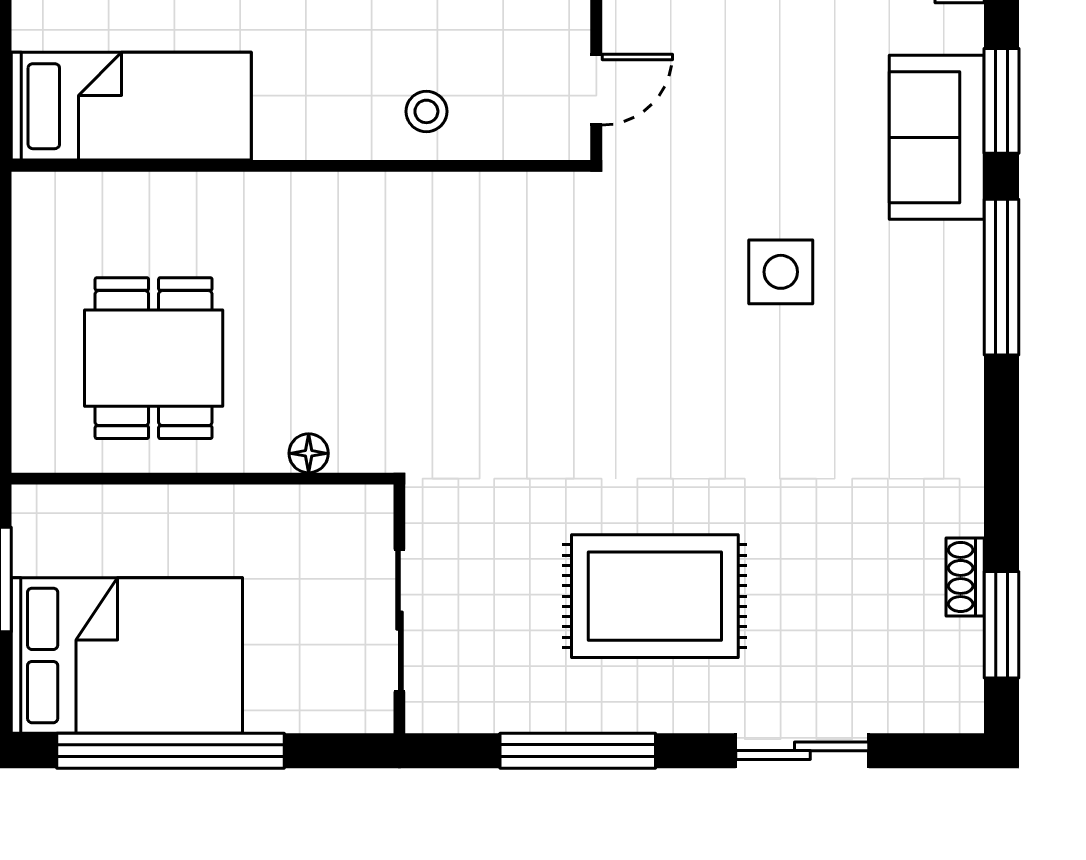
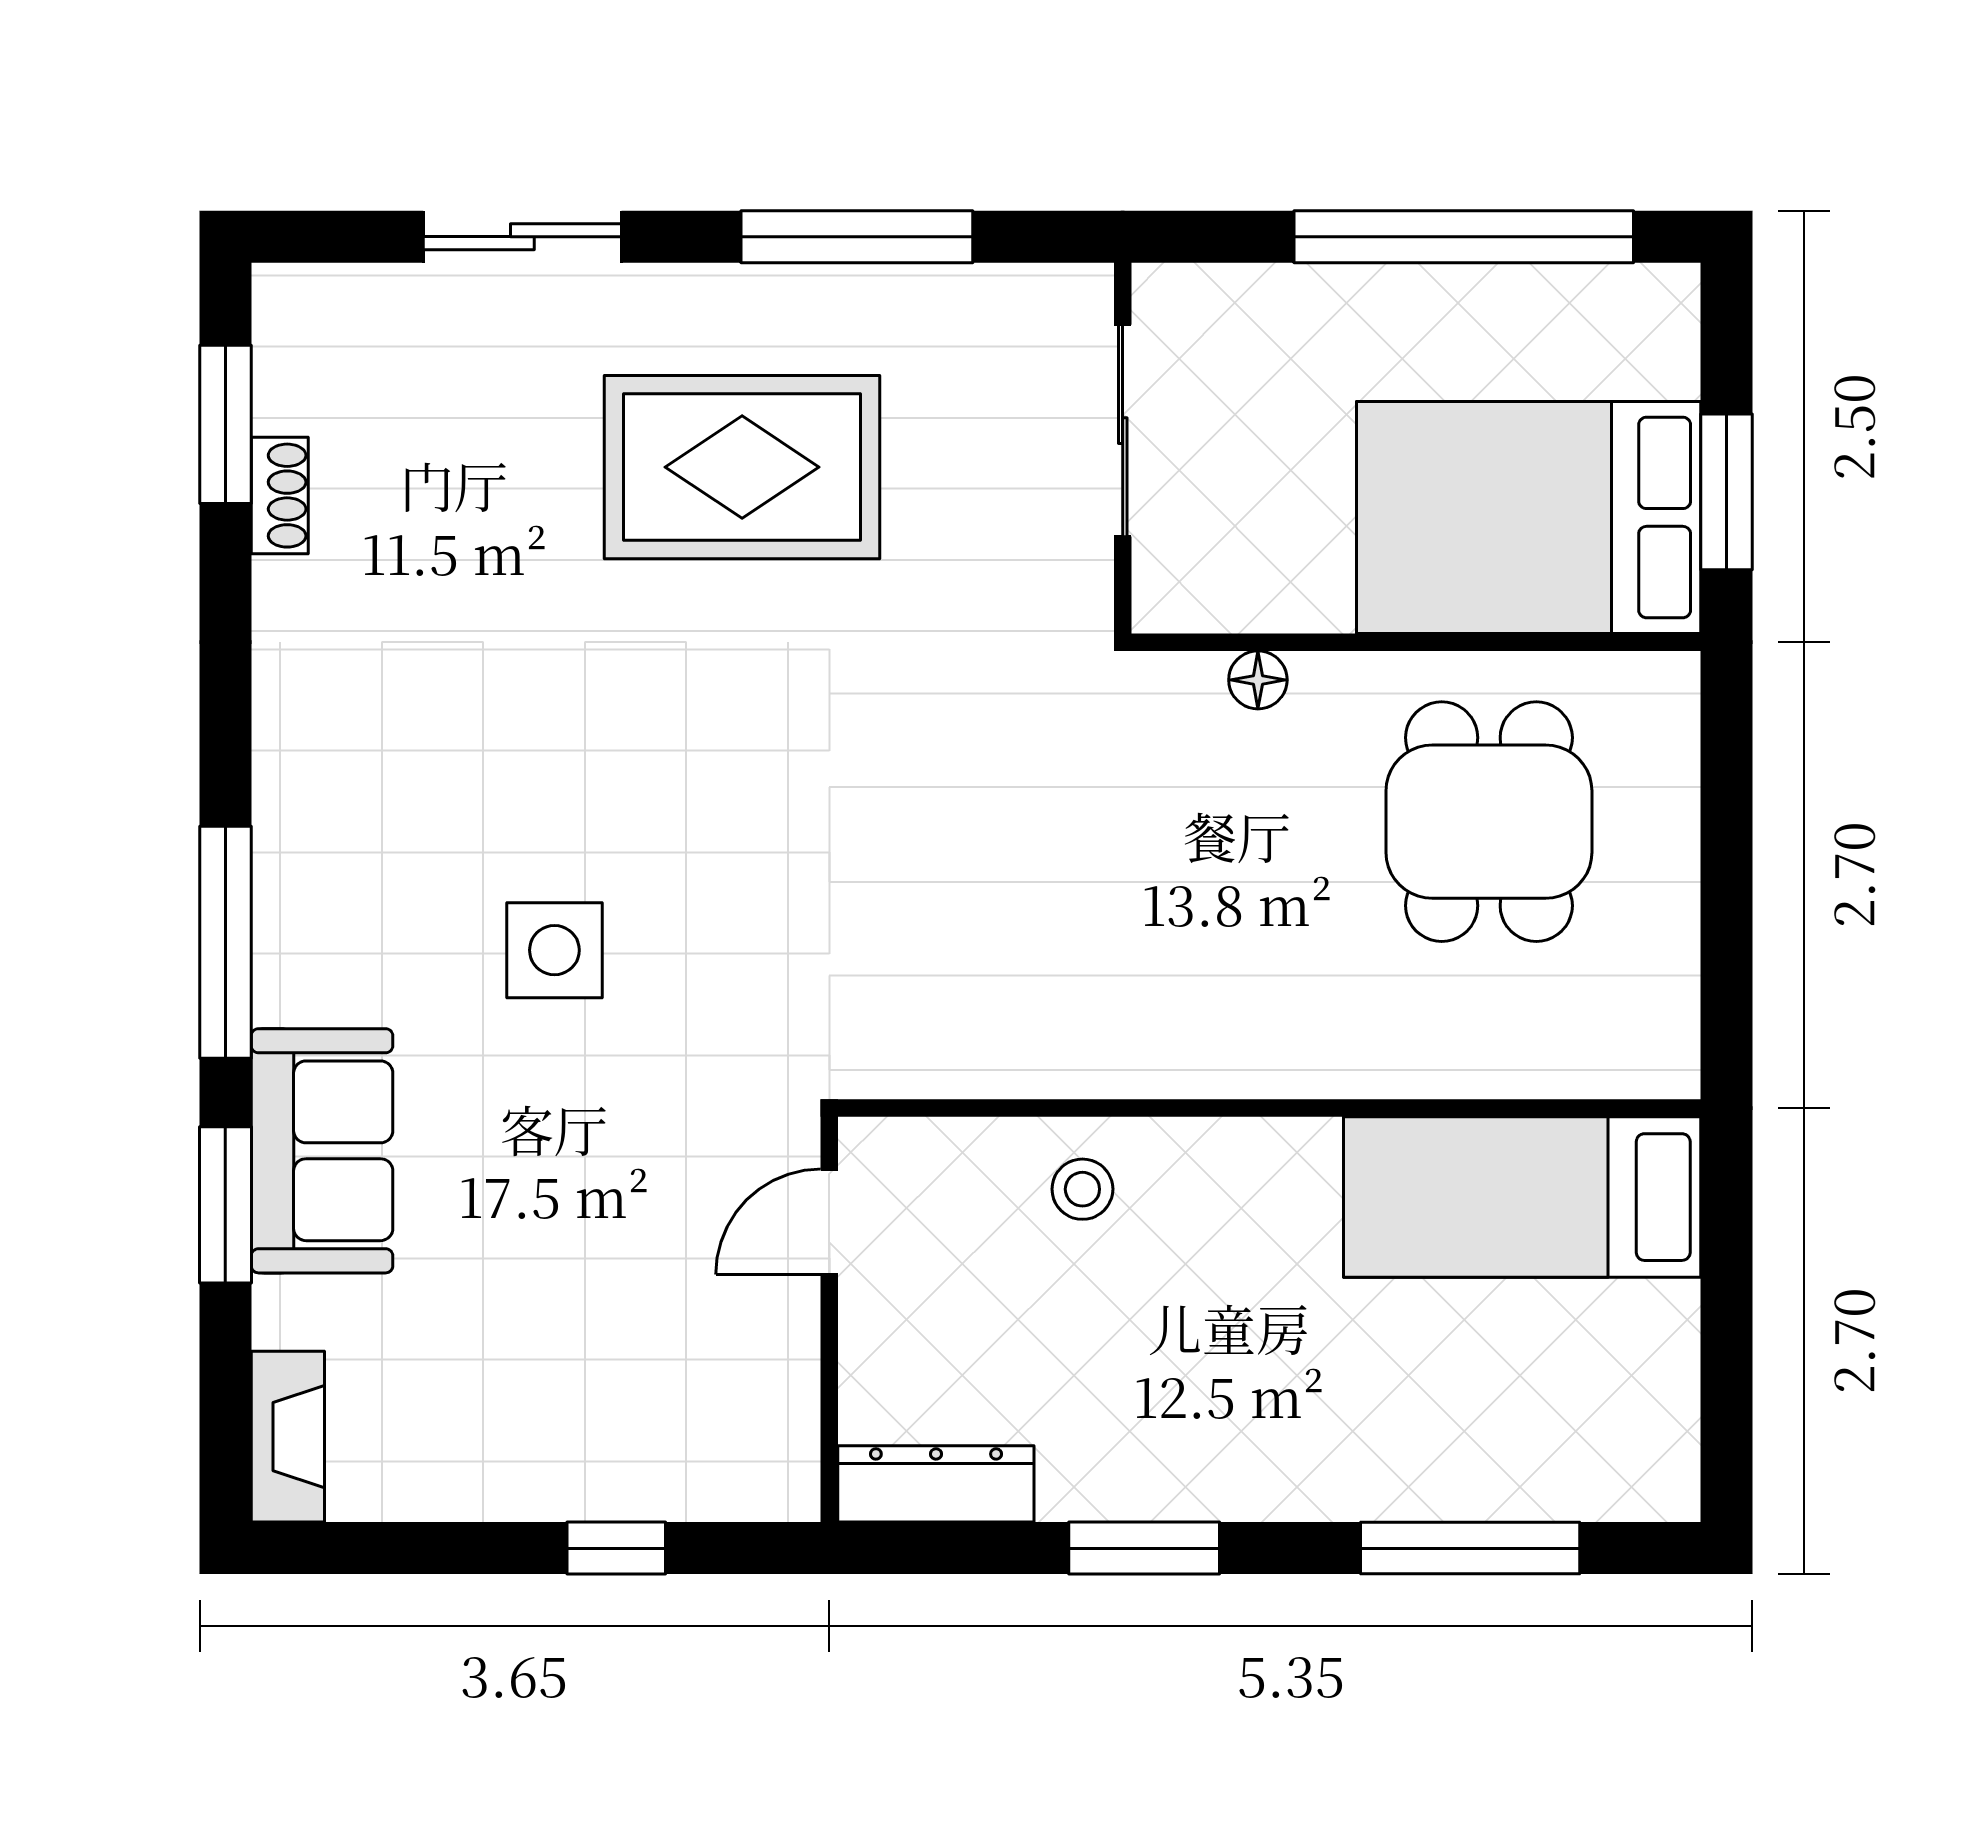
bed: (127, 655) -> (1529, 517), moved

